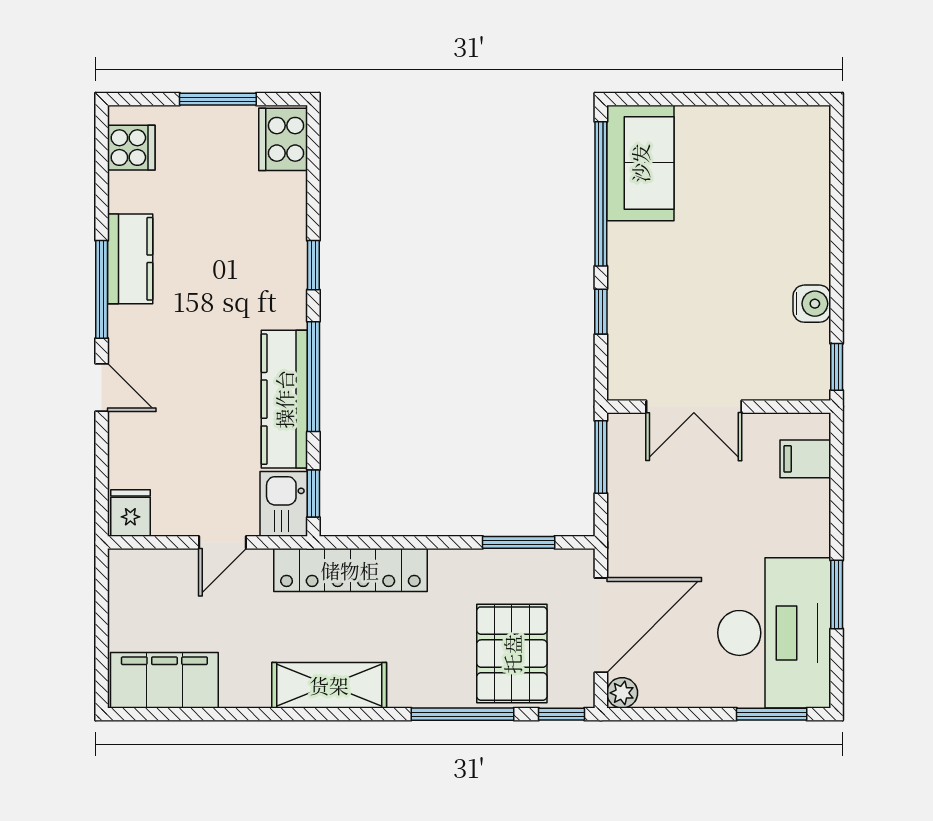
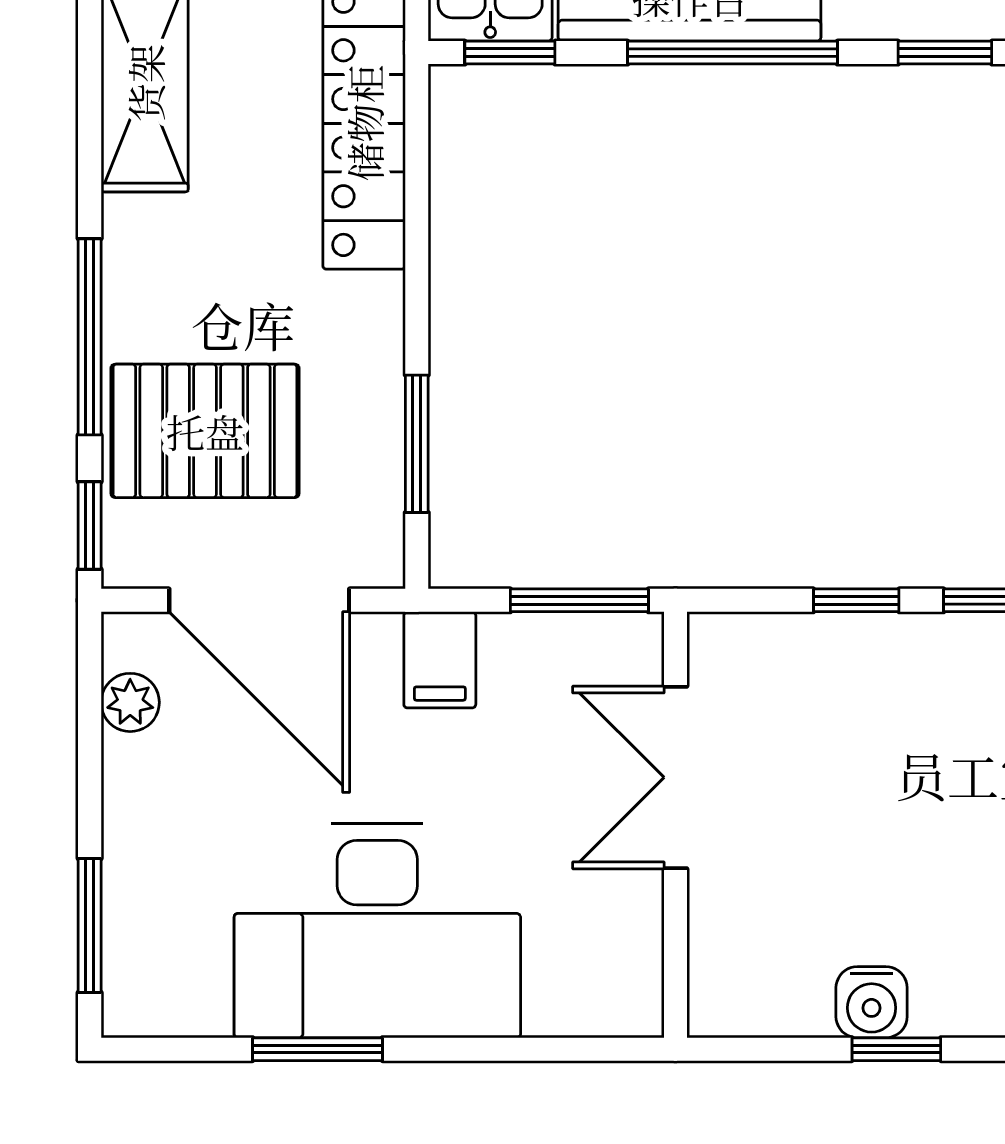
window: (837, 367) -> (896, 1049), moved
filing cabinet: (805, 459) -> (440, 660), moved, turned 180
desk: (774, 633) -> (377, 931), moved
plant: (622, 693) -> (130, 702), moved

